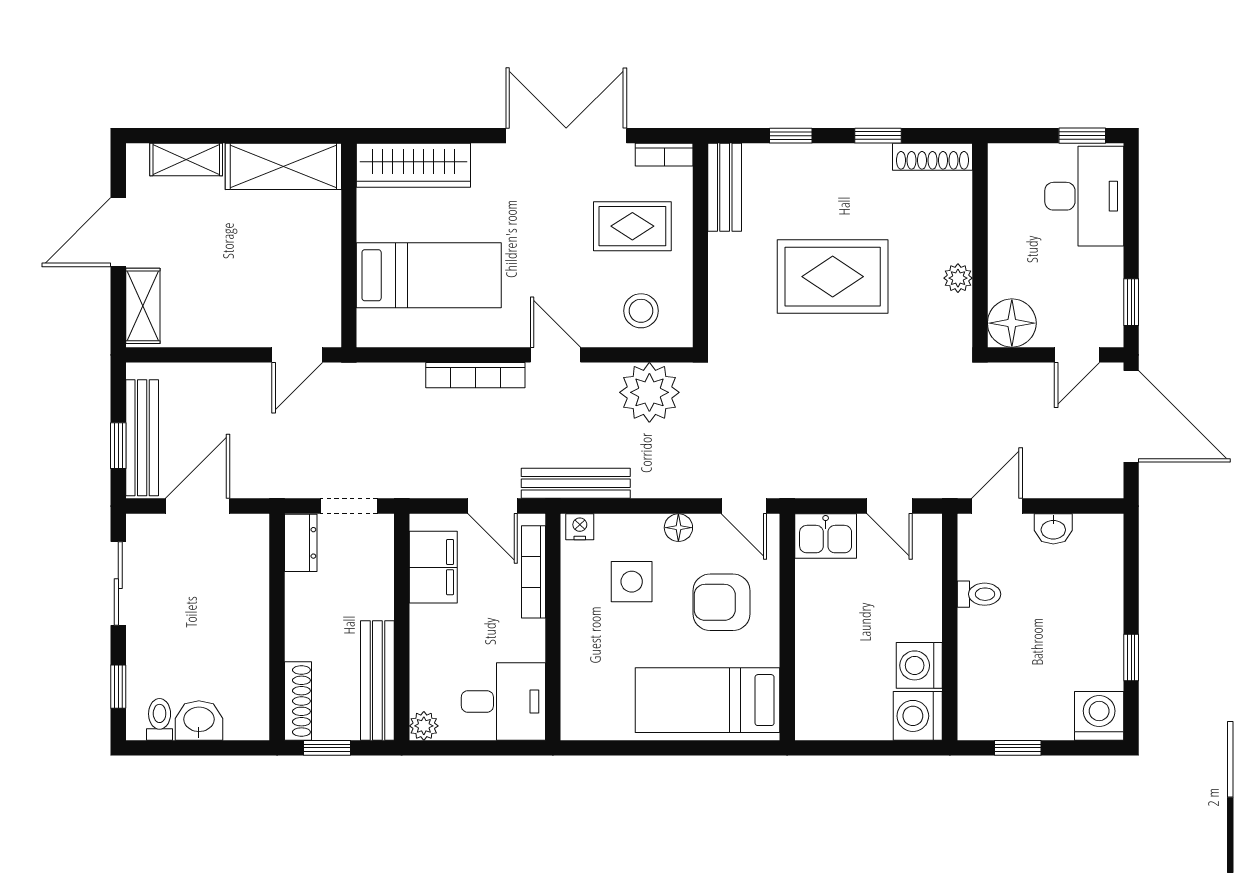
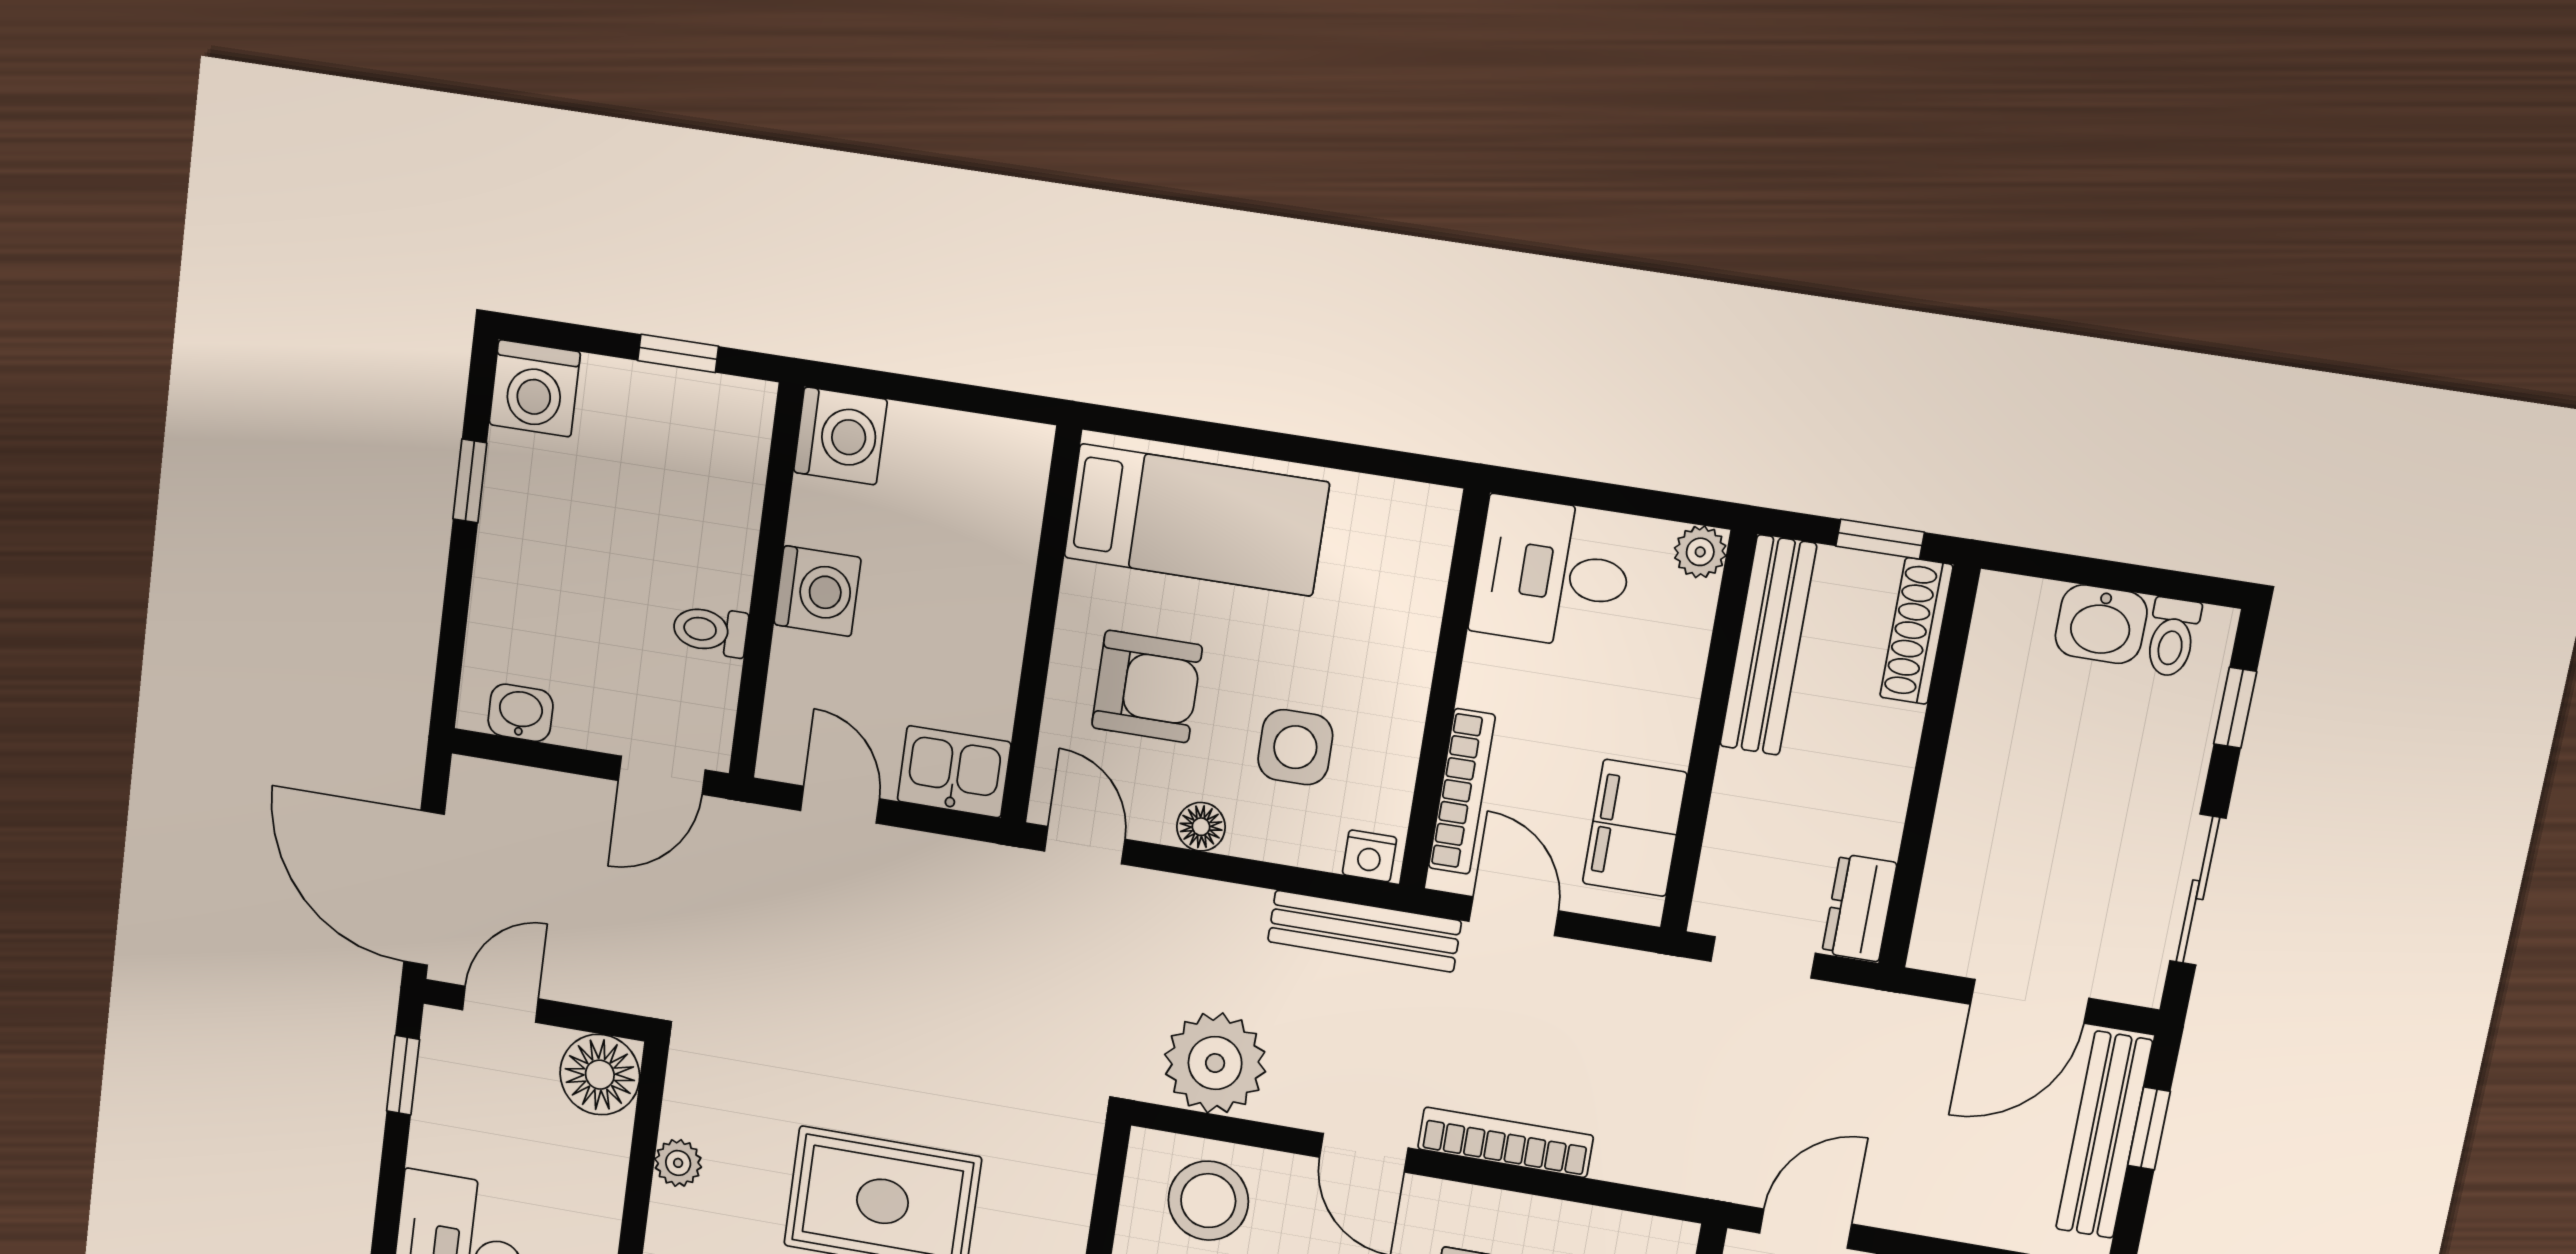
stool: (641, 311) -> (1208, 1201), width x1.38, depth x1.38
washbasin: (1053, 529) -> (521, 713), moved
washing machine: (919, 665) -> (817, 591), moved

